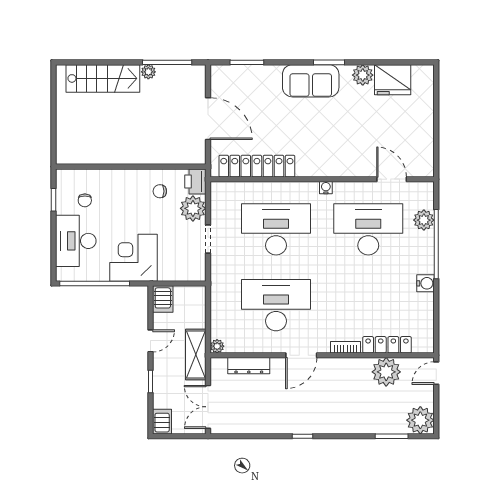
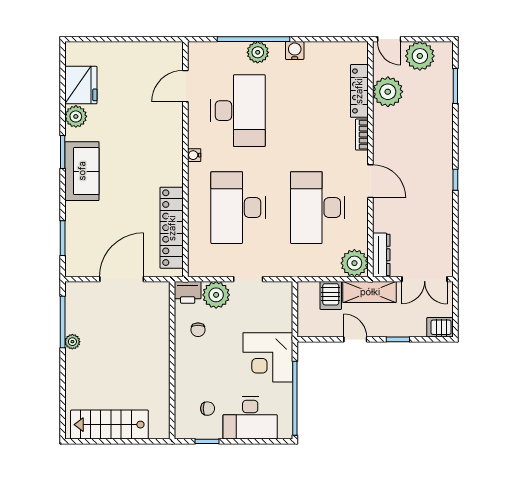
stairs: (103, 78) -> (109, 425), moved, turned -90
plant: (424, 220) -> (258, 52), moved
desk: (368, 229) -> (238, 111), turned 180
server rack: (163, 299) -> (331, 295), moved, turned 90
plant: (217, 346) -> (354, 263), width x1.87, depth x1.87
dresser: (249, 366) -> (381, 255), moved
plant: (420, 420) -> (420, 56), moved

